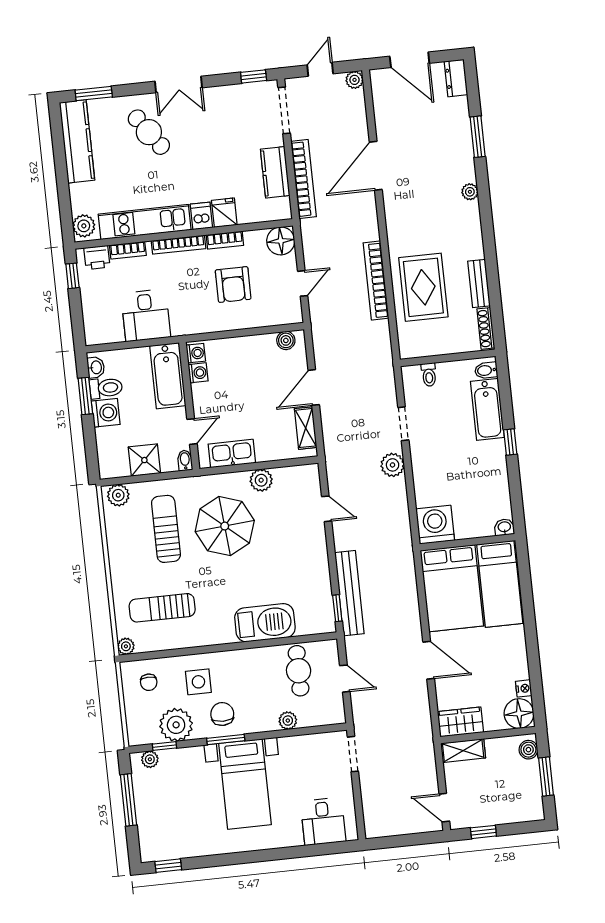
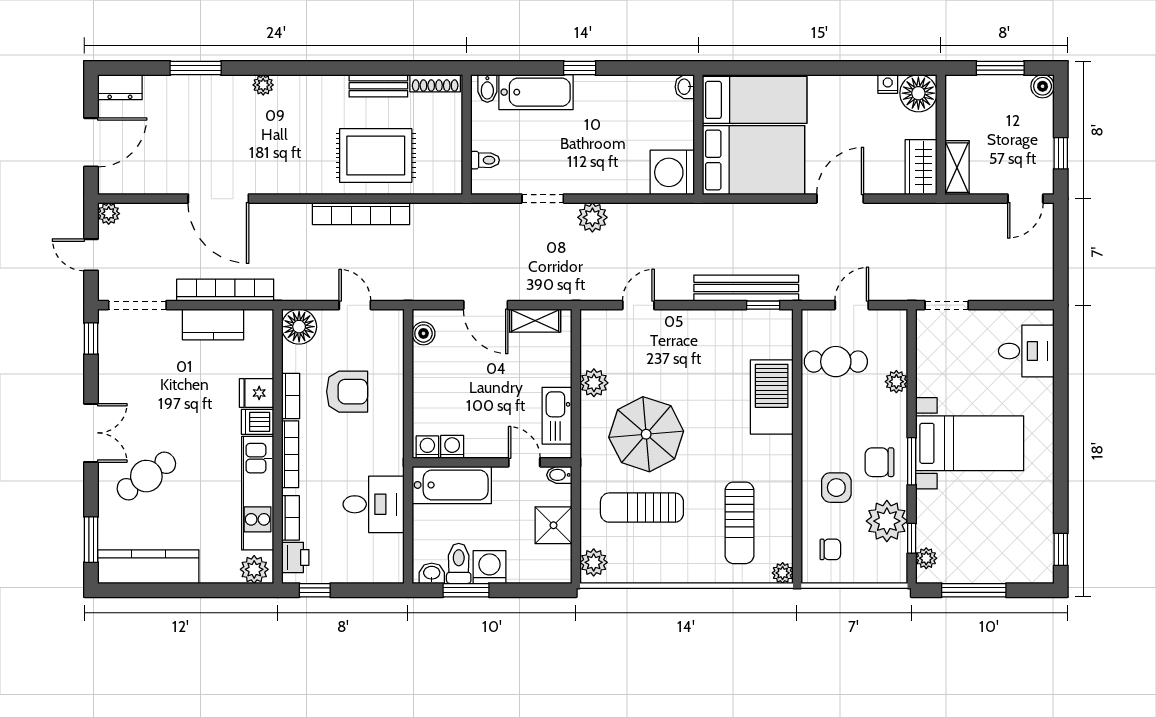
boiler: (528, 750) -> (1043, 86), moved

